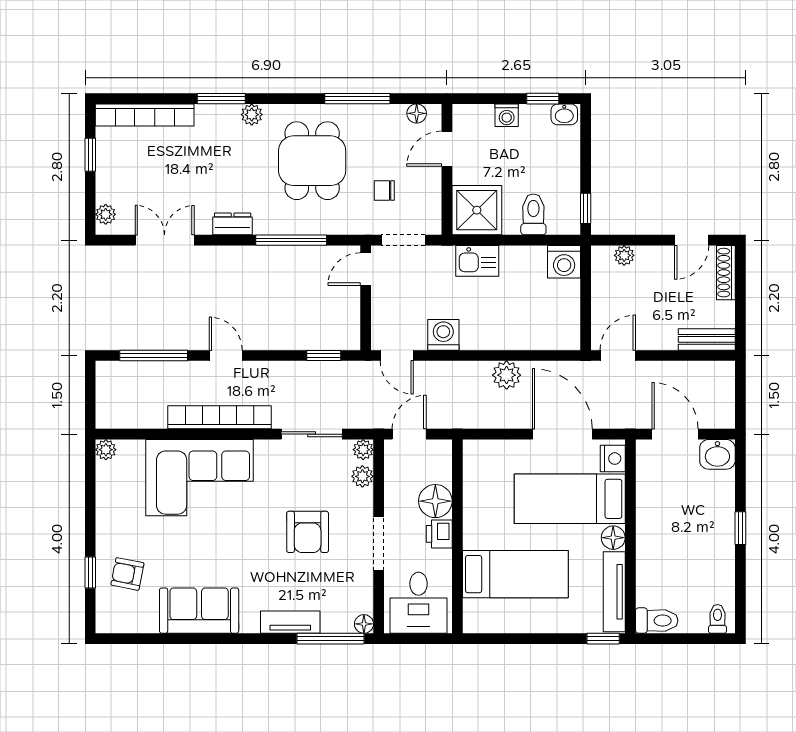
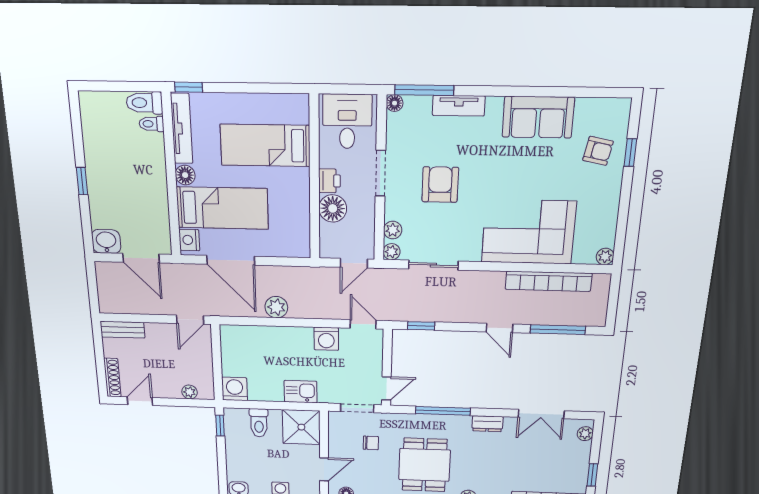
bookcase: (219, 417) -> (548, 281), moved
toilet: (718, 619) -> (151, 124), moved, turned 90

